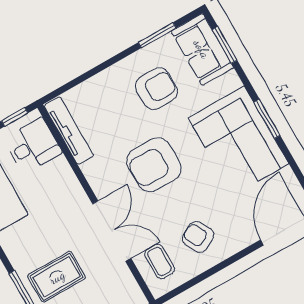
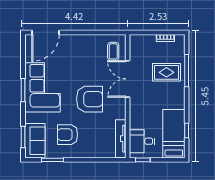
armchair: (198, 237) -> (88, 53), removed

